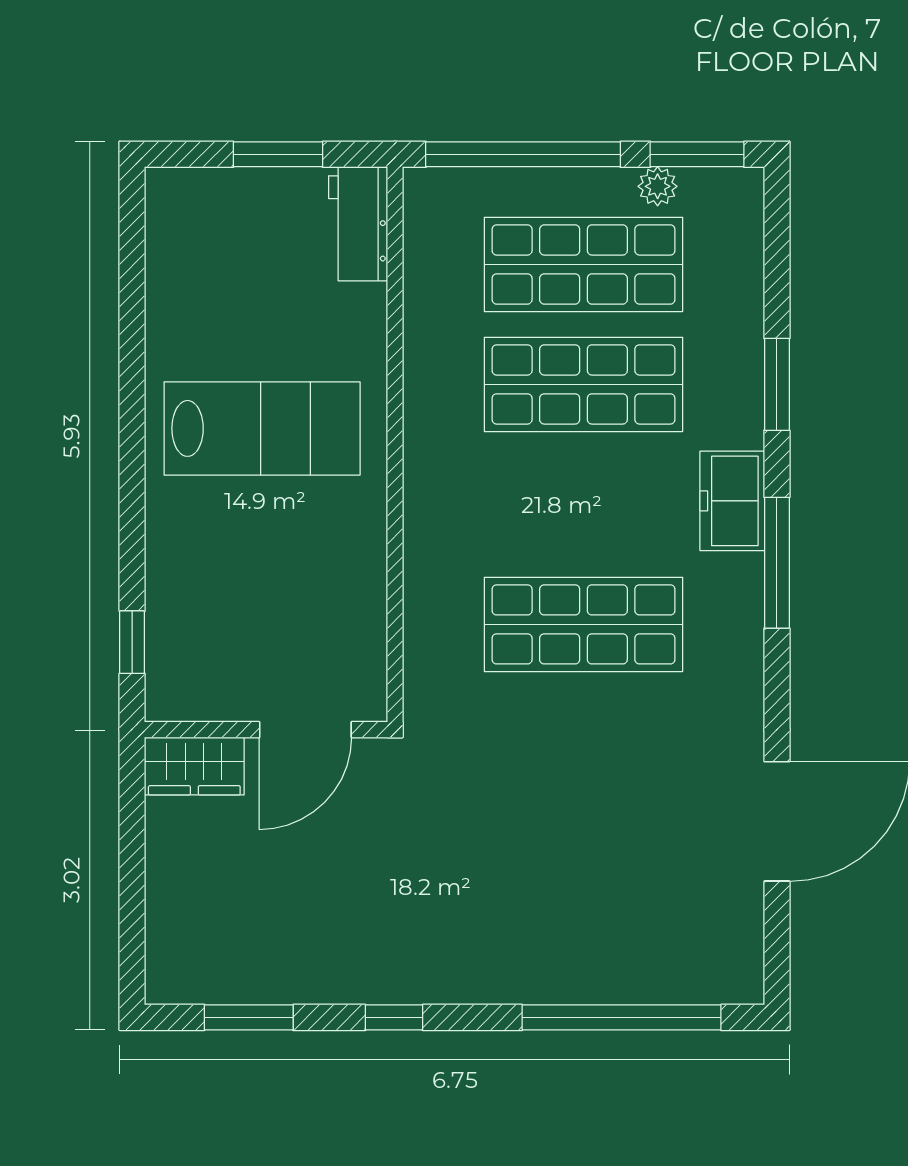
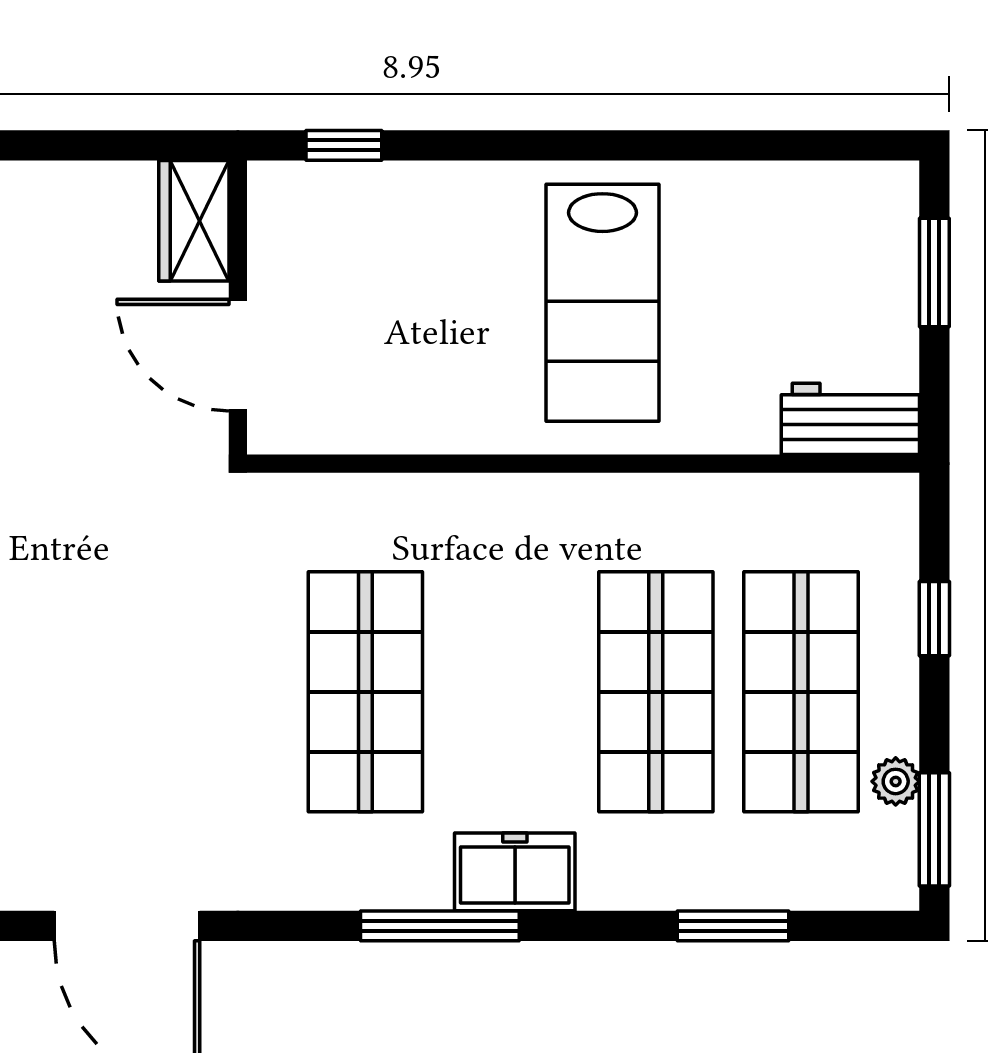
window: (278, 154) -> (934, 273), moved
window: (523, 154) -> (934, 619), width x0.32
window: (777, 384) -> (733, 926), moved

